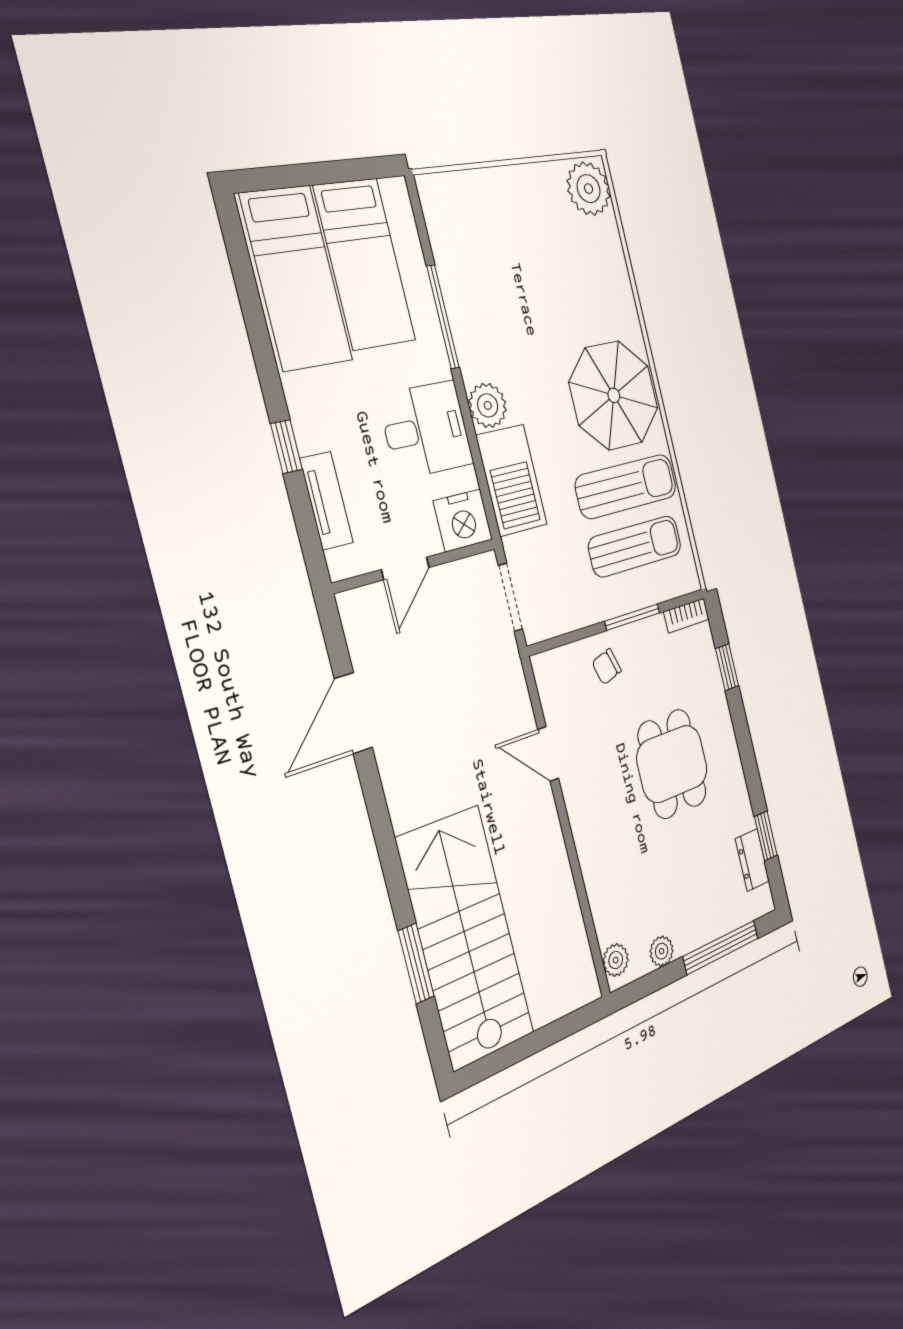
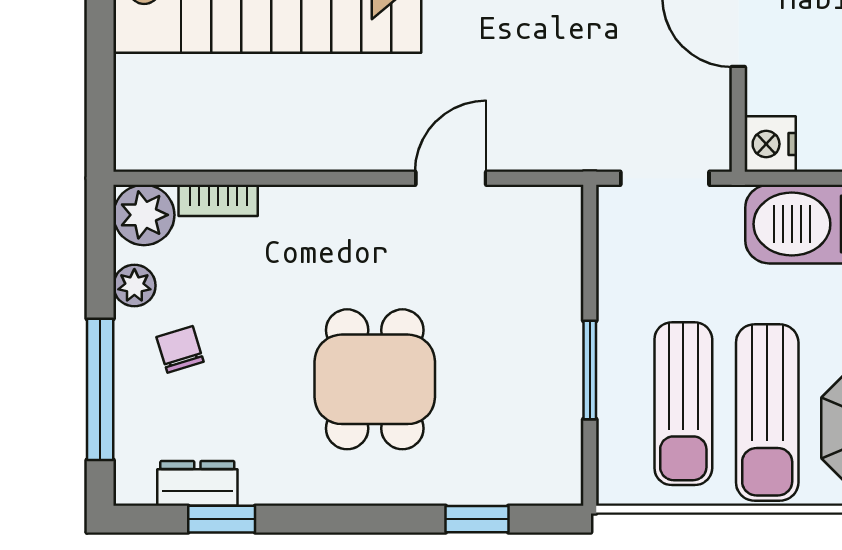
nightstand: (463, 520) -> (770, 144), width x0.74, depth x0.75
bookcase: (686, 616) -> (218, 200), moved, turned -90
chair: (607, 667) -> (180, 349), moved
dining table: (672, 764) -> (375, 379), turned 90
plant: (616, 960) -> (144, 215), width x1.38, depth x1.38

